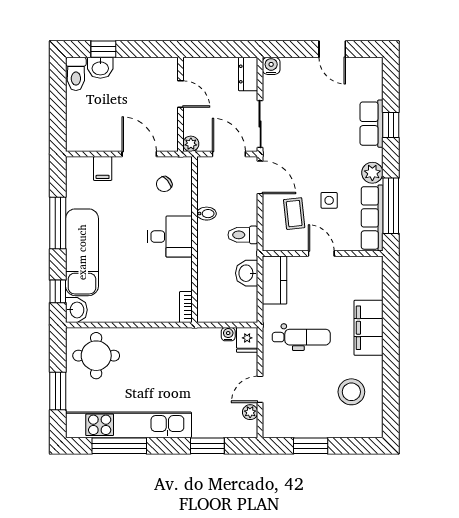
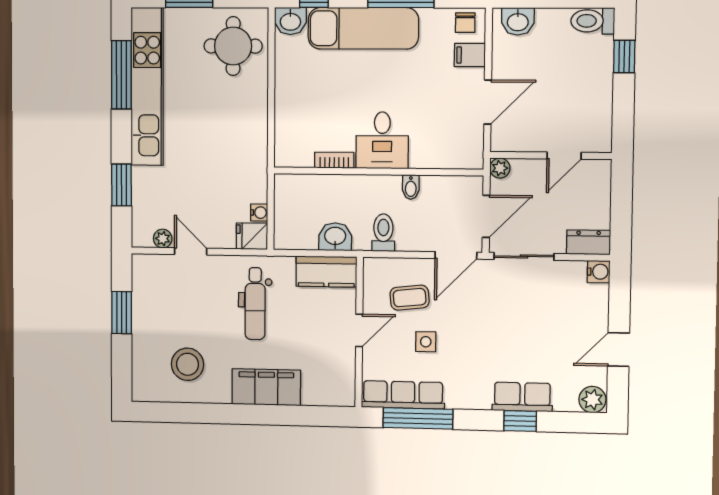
washbasin: (100, 68) -> (518, 21), moved, turned -90
plant: (372, 173) -> (592, 400), moved
chair: (164, 184) -> (465, 23), moved, turned -140
bookcase: (186, 307) -> (334, 160), moved

